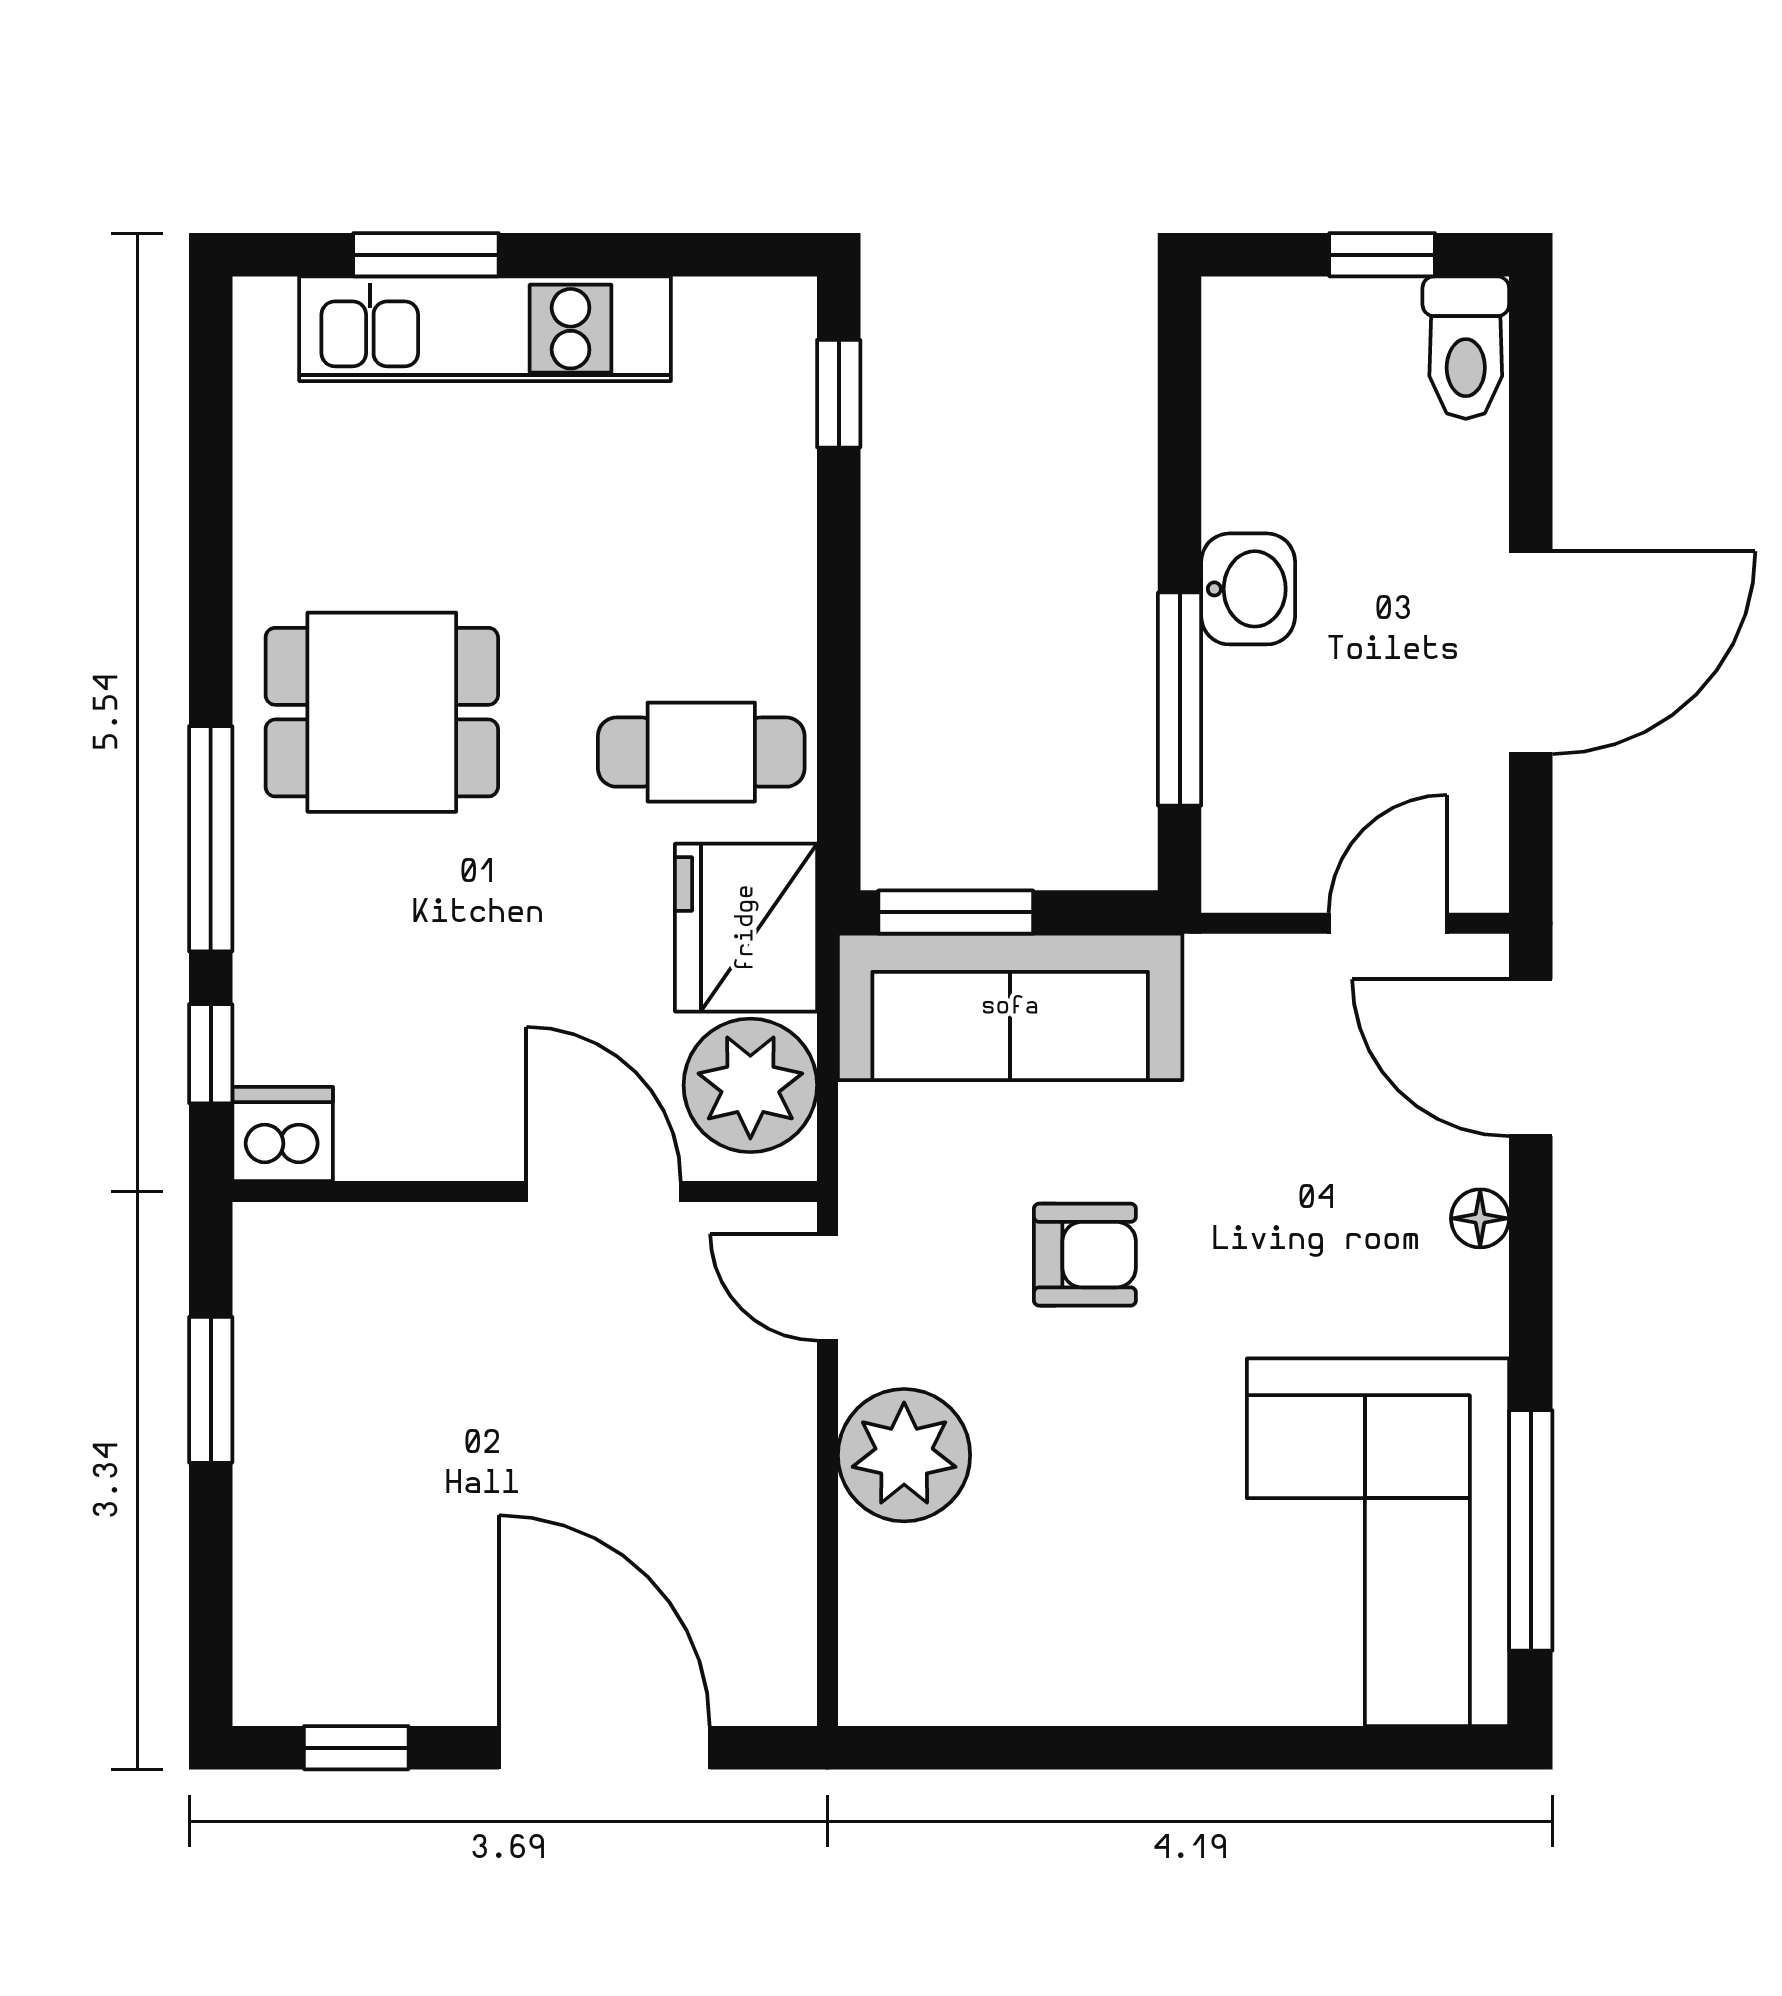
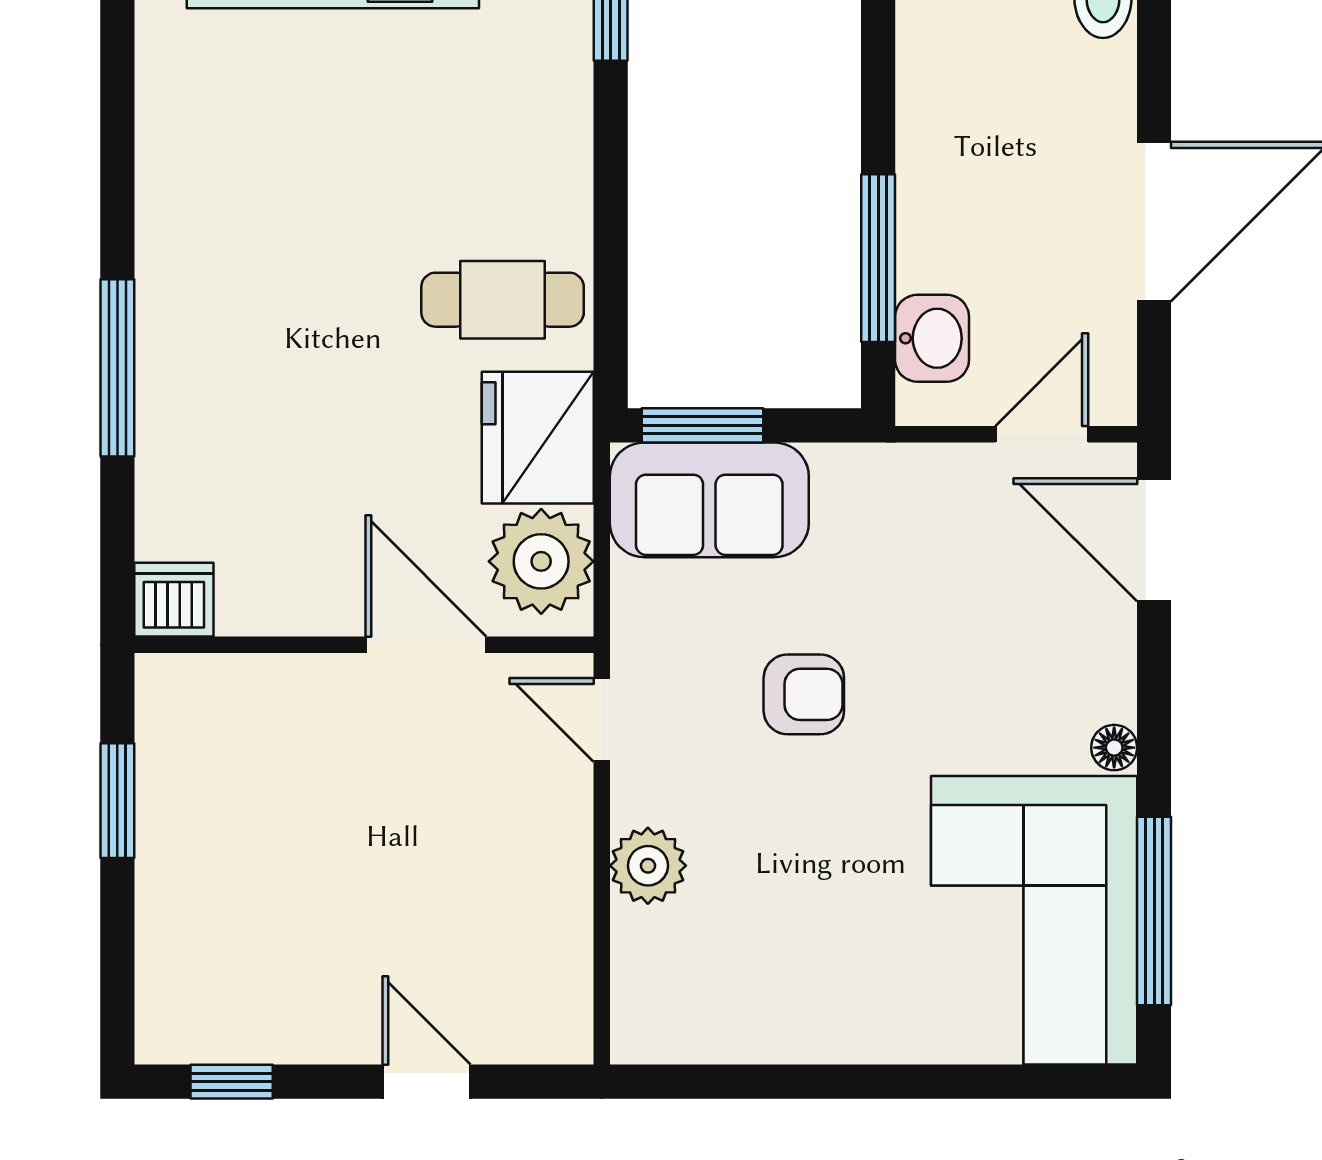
washbasin: (1248, 589) -> (932, 338), moved
dining table: (382, 712) -> (252, 268), removed
sofa: (1010, 1007) -> (709, 500), width x0.73
window: (211, 1054) -> (117, 537), removed
floor lamp: (1480, 1218) -> (1114, 748), moved
plant: (904, 1455) -> (648, 866), width x0.73, depth x0.73
door: (604, 1748) -> (426, 1082), width x0.53

